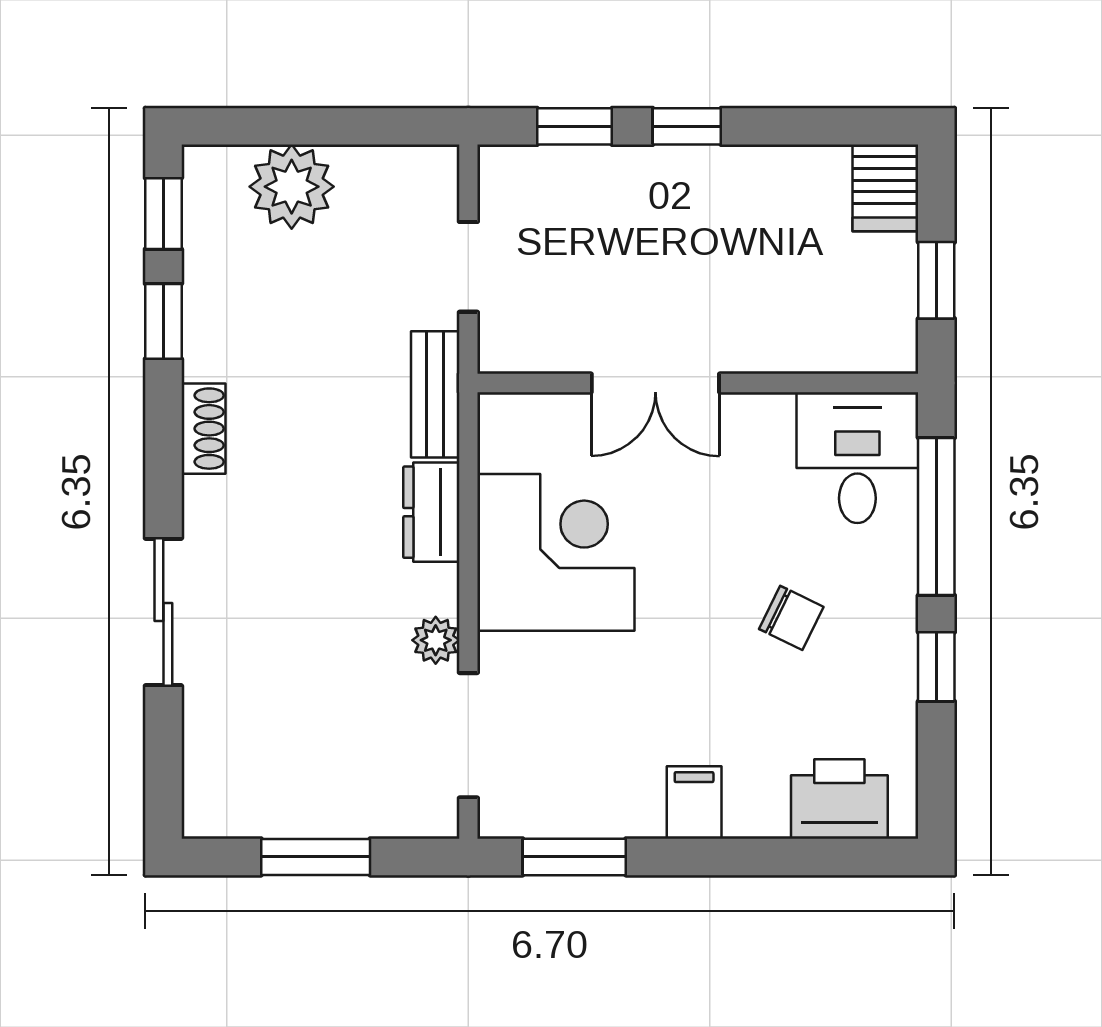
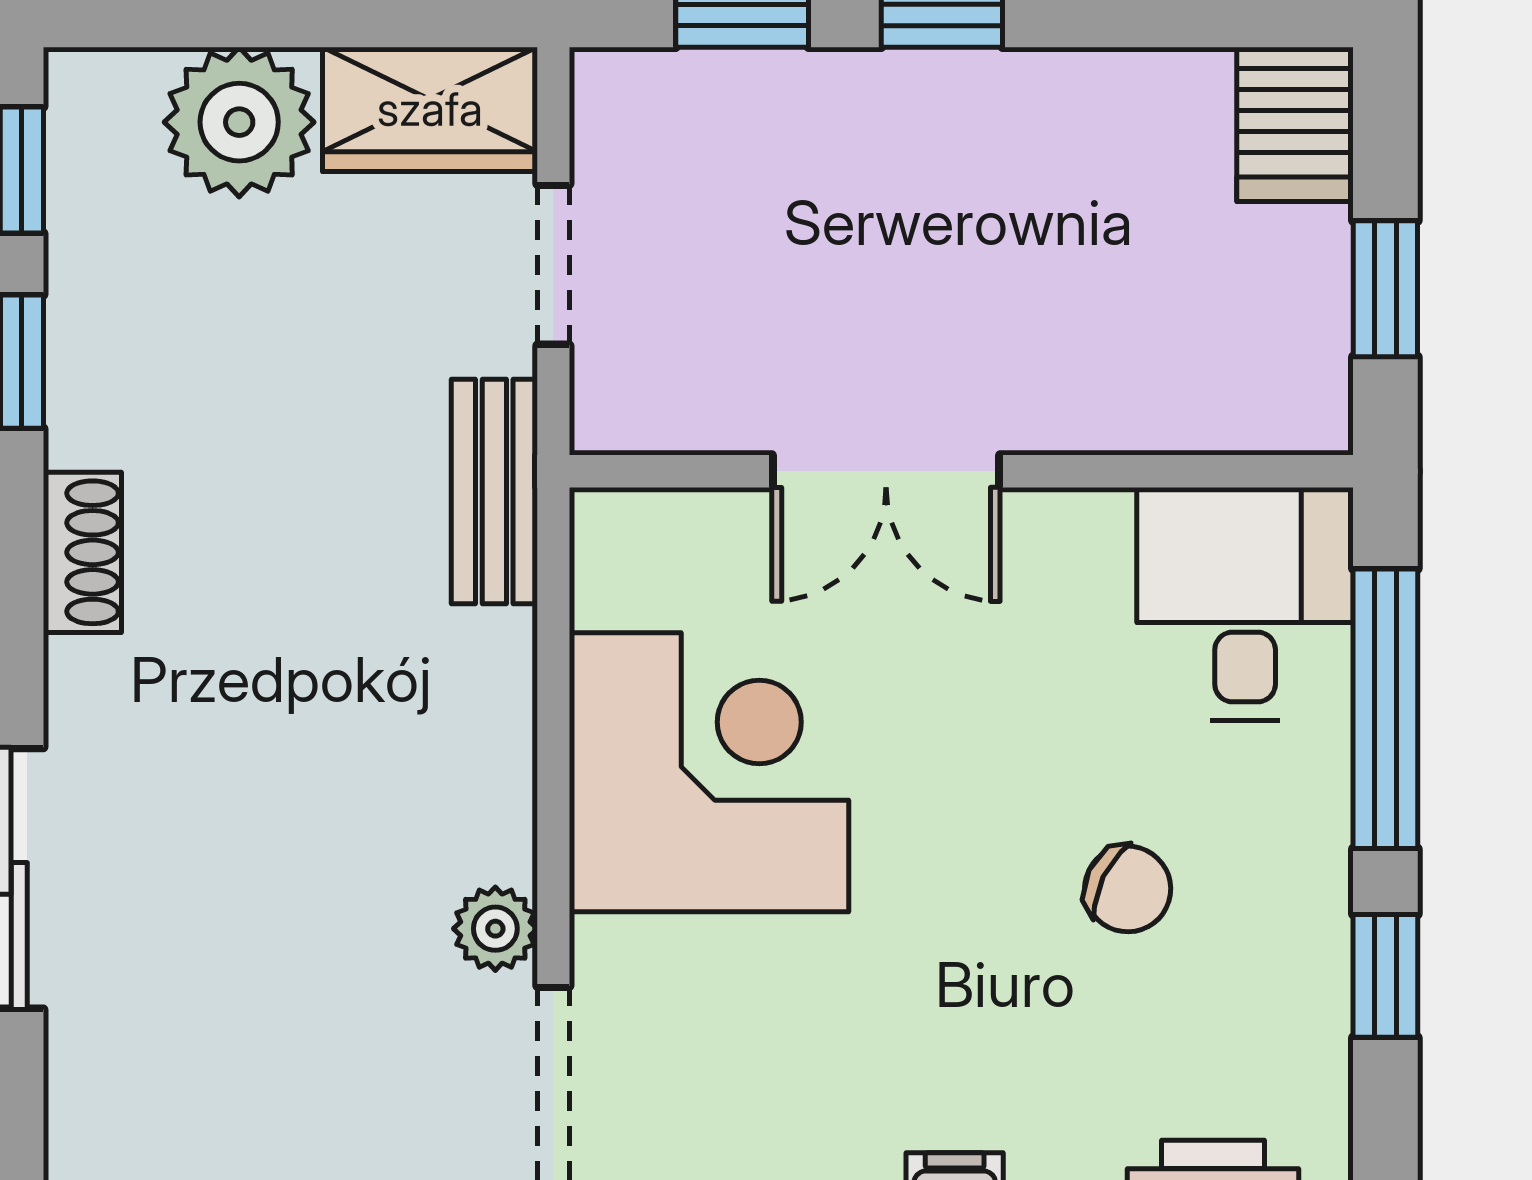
wardrobe: (399, 179) -> (430, 109), added
dresser: (431, 512) -> (487, 701), removed

